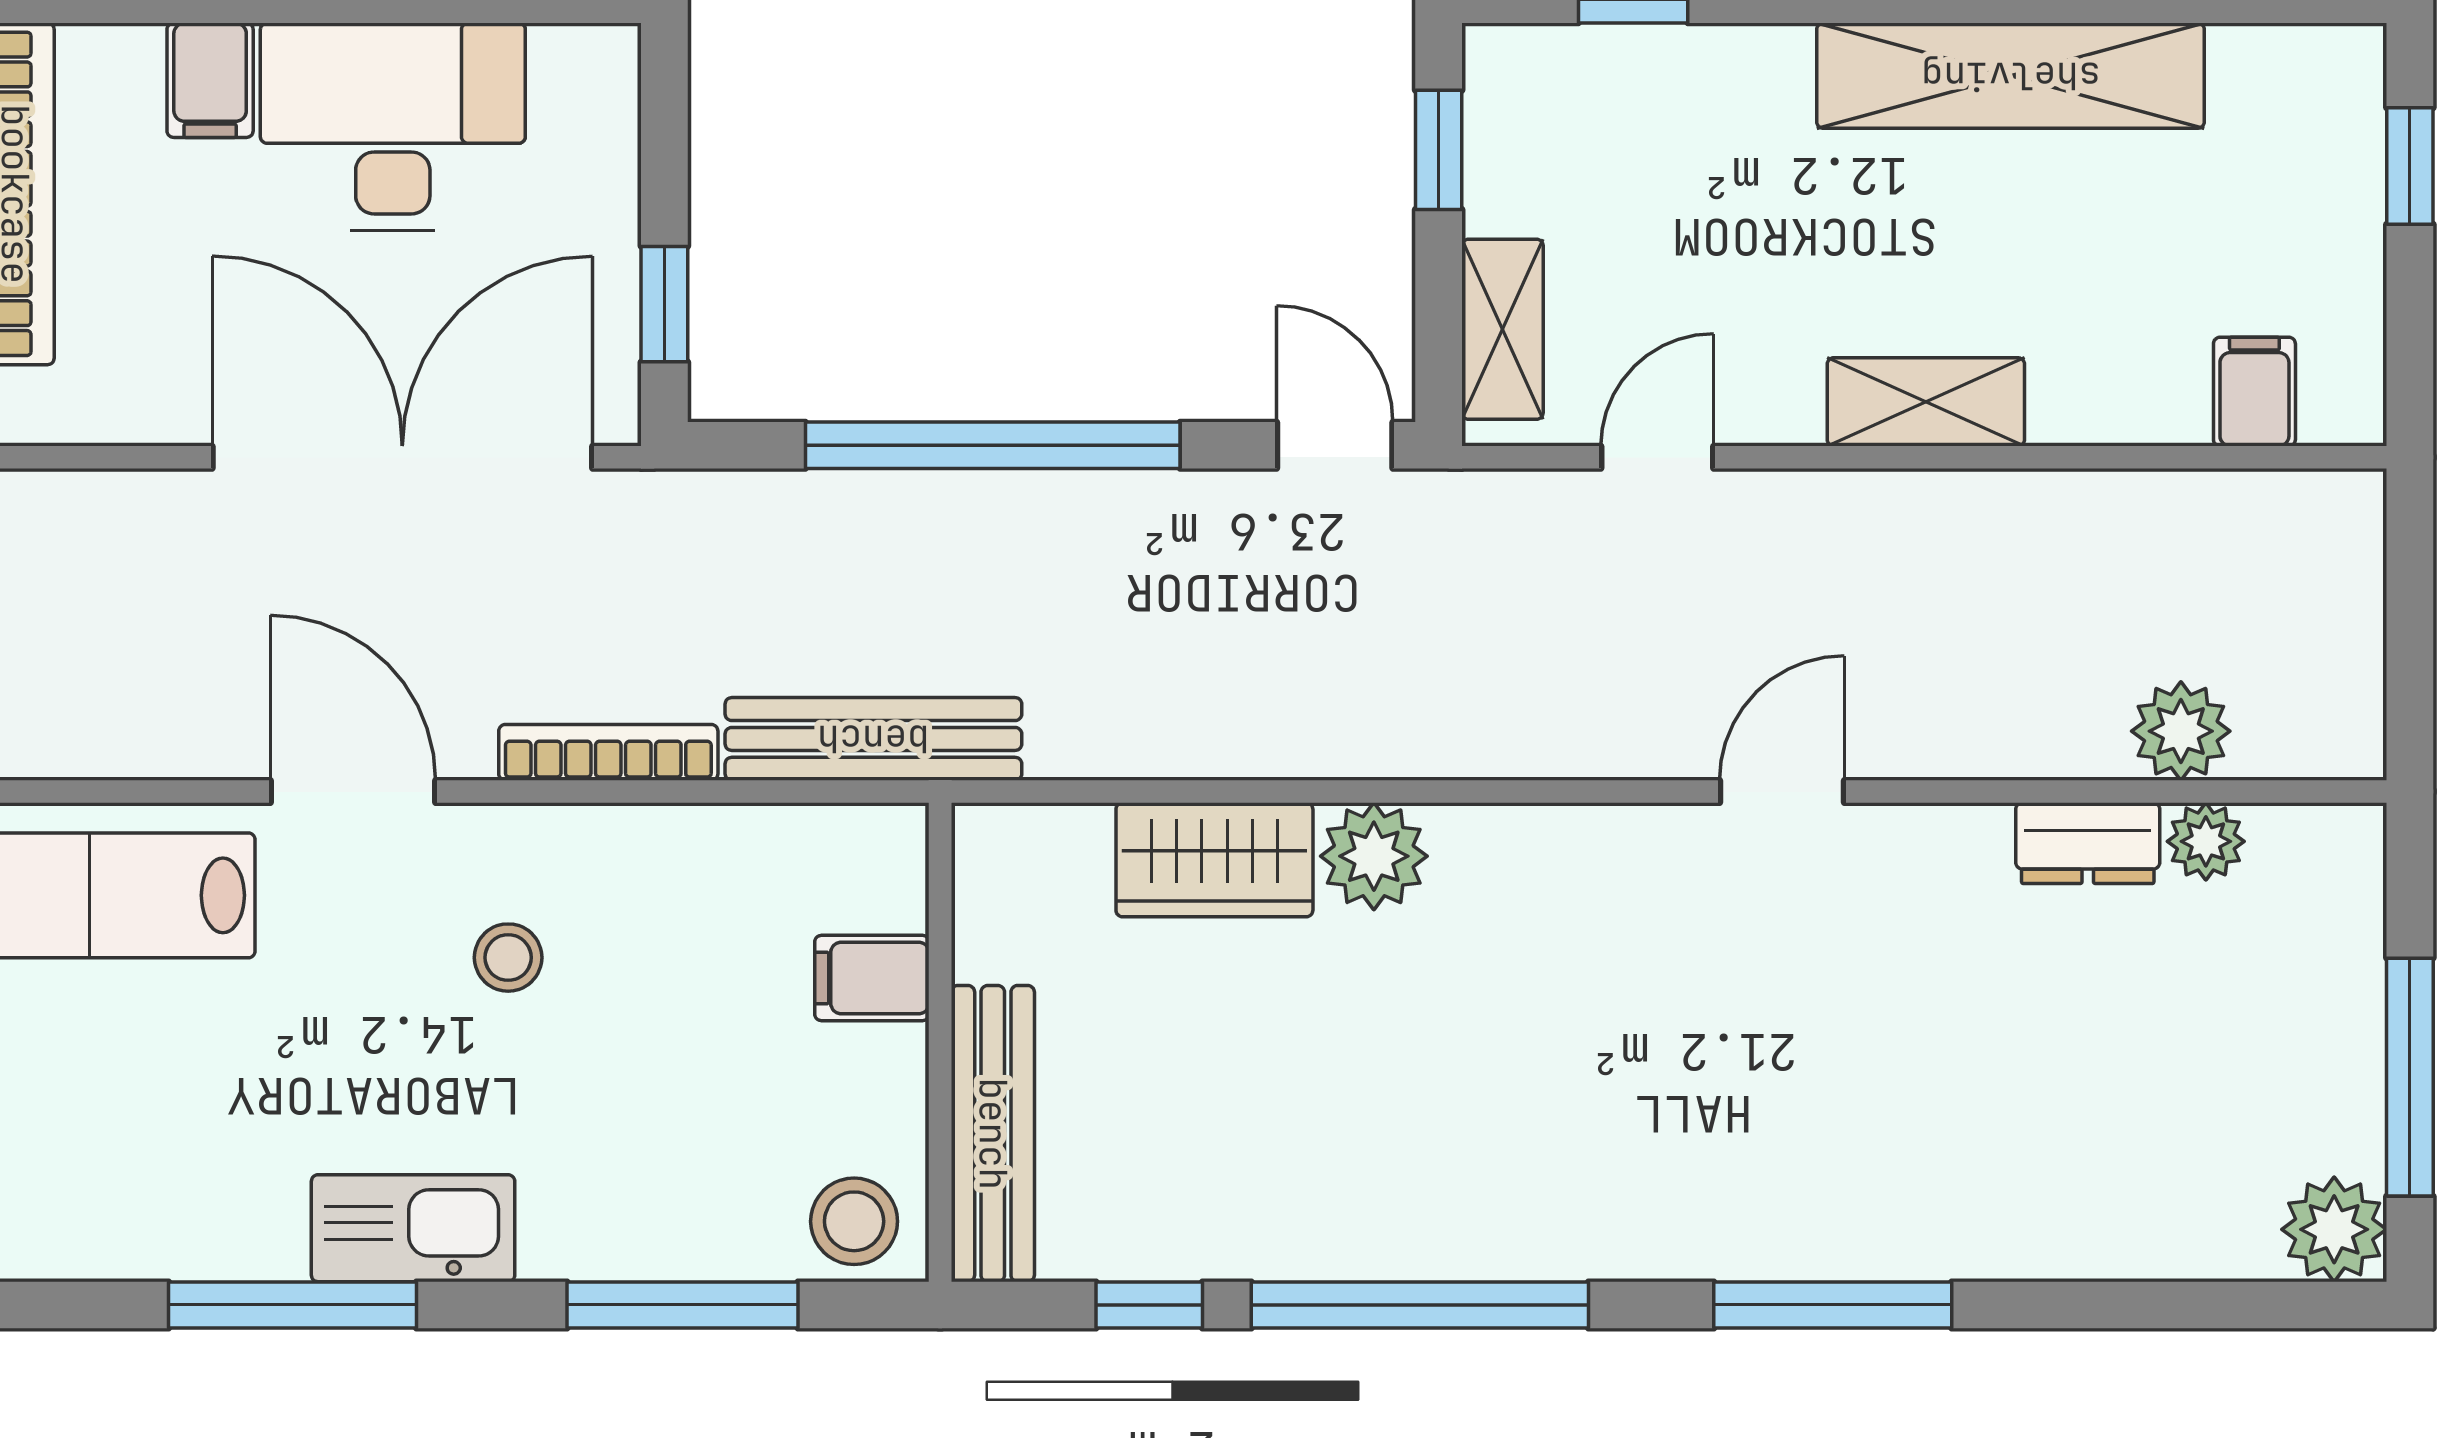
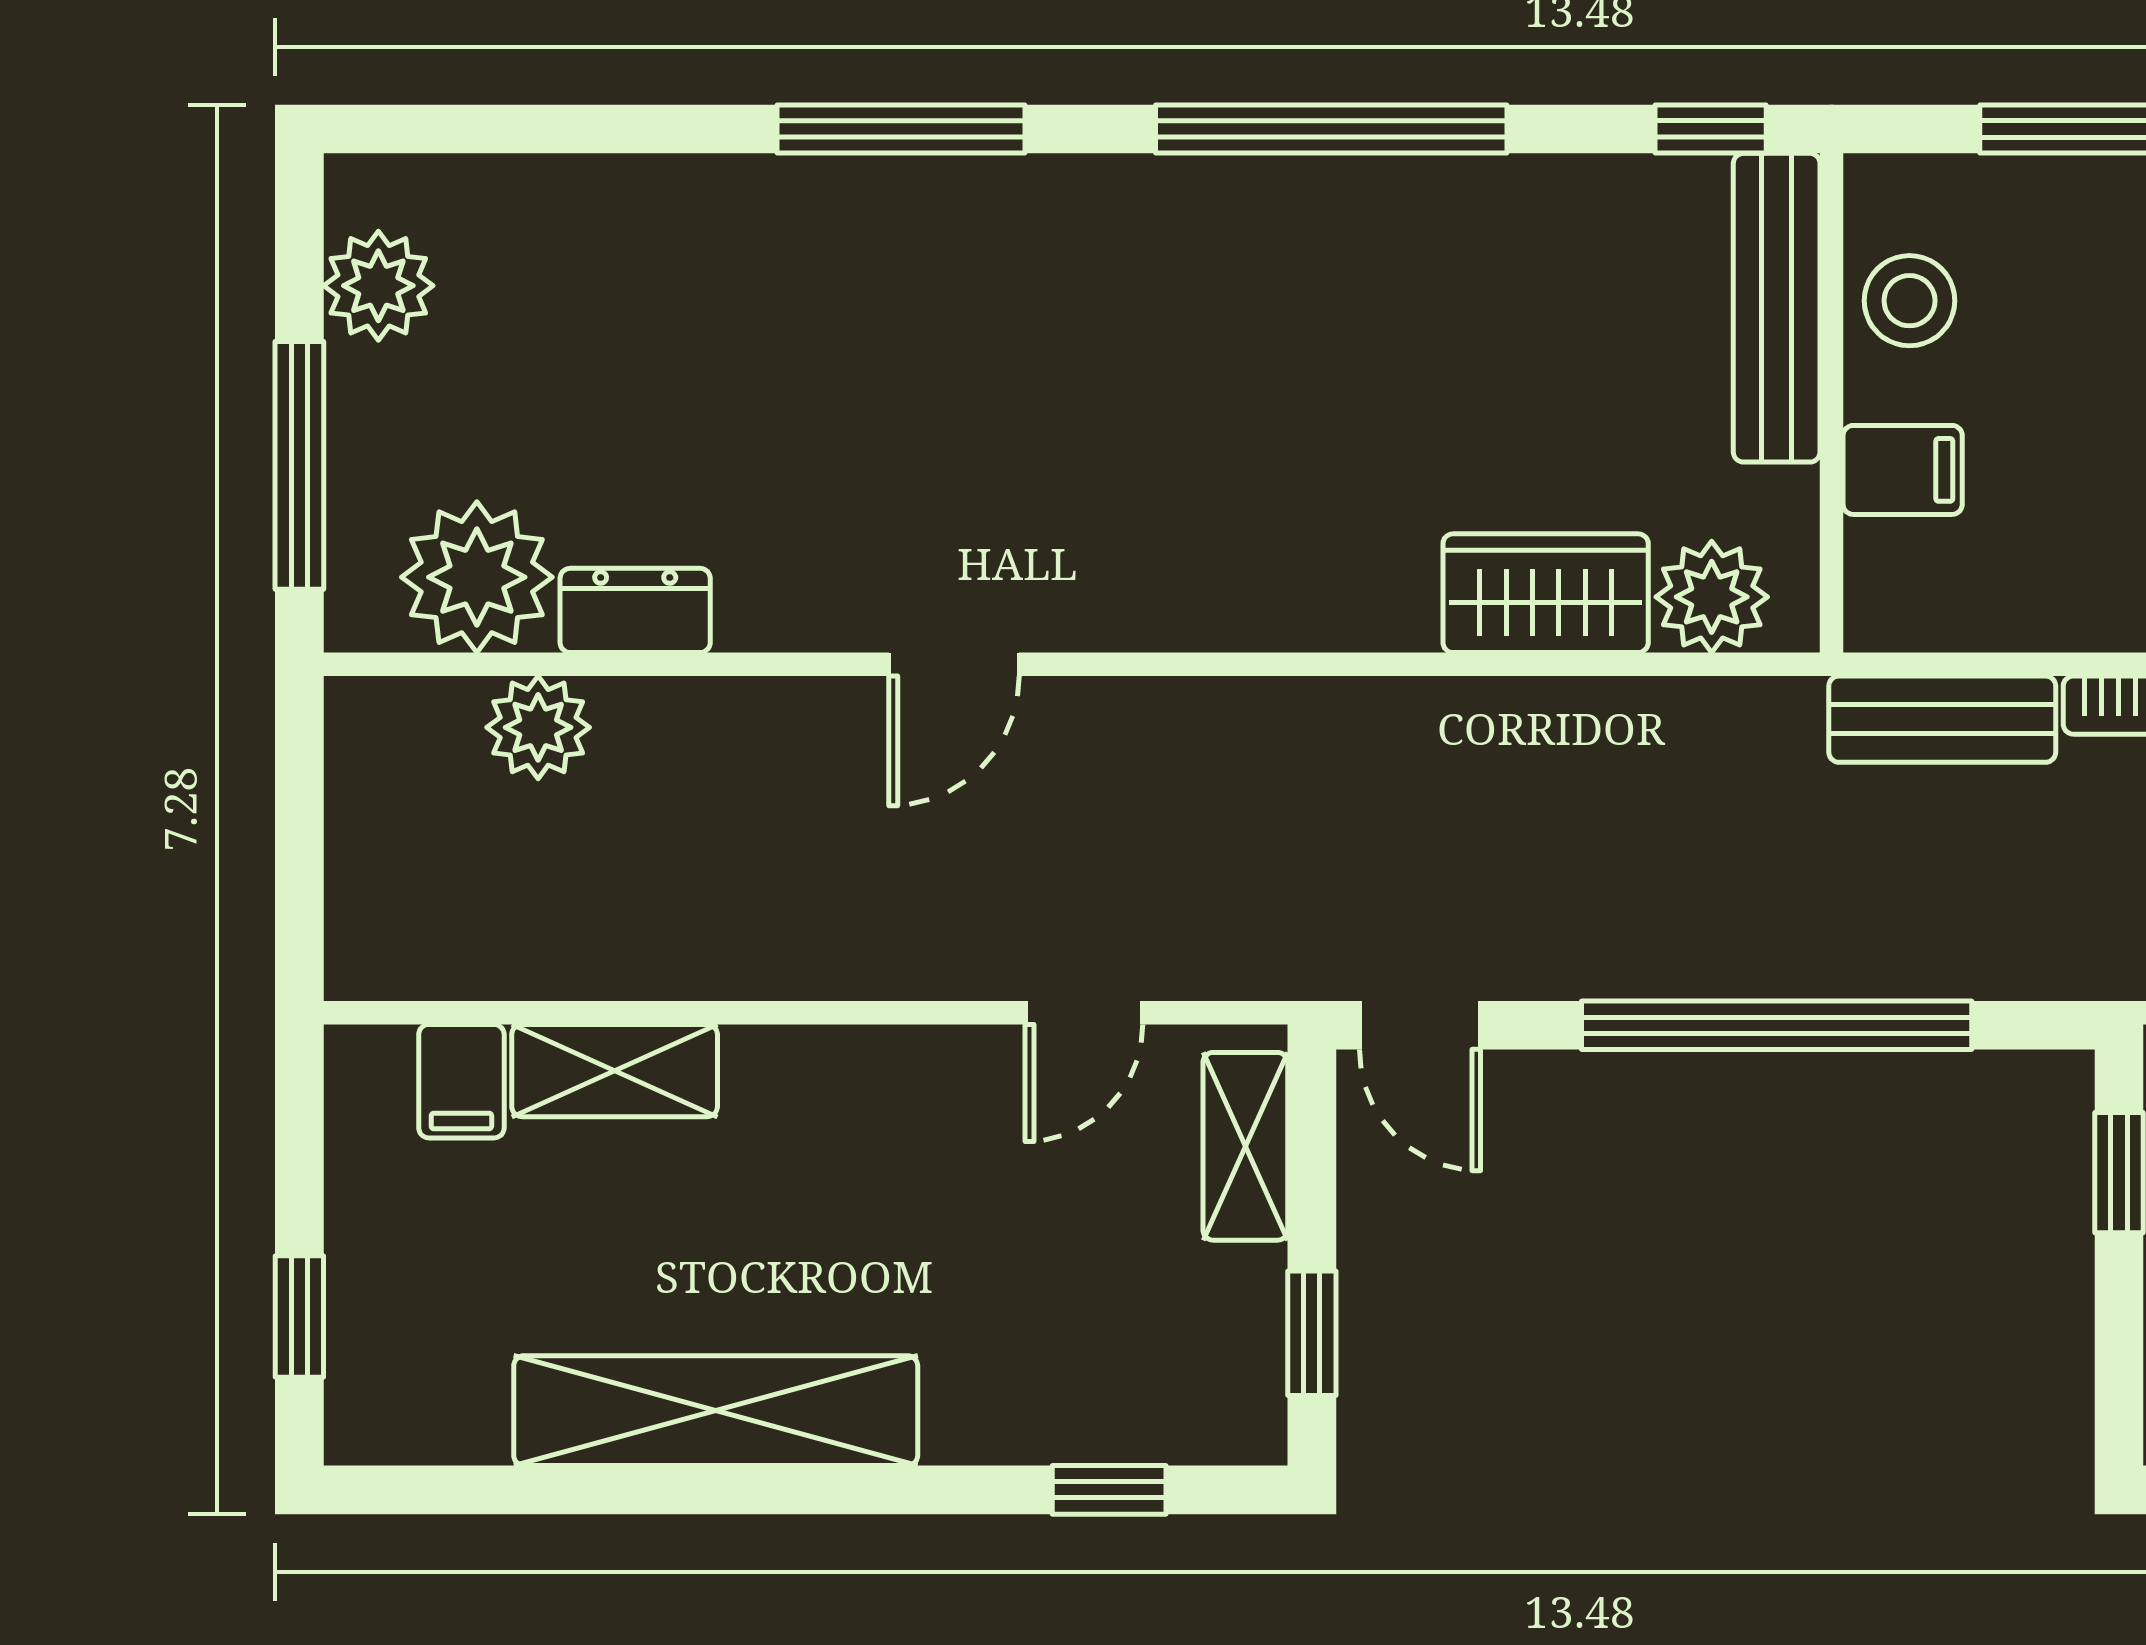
shelving: (1926, 402) -> (615, 1071), moved
bench: (873, 739) -> (1942, 719), width x0.73
plant: (2206, 841) -> (477, 577), width x1.87, depth x1.87
plant: (1374, 856) -> (1712, 597), moved
window: (2410, 1077) -> (299, 465), moved
stool: (854, 1221) -> (1910, 301), moved
plant: (2334, 1229) -> (378, 286), moved
window: (1149, 1305) -> (1711, 129), moved

